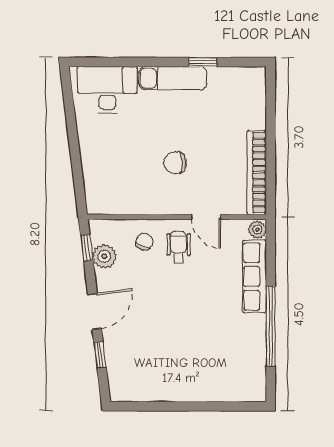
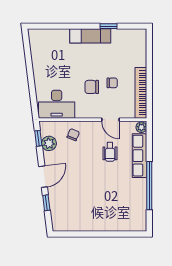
desk: (107, 90) -> (57, 104), moved, turned 180
chair: (209, 156) -> (112, 83), added
wheelchair: (179, 247) -> (110, 152), moved, turned 180

